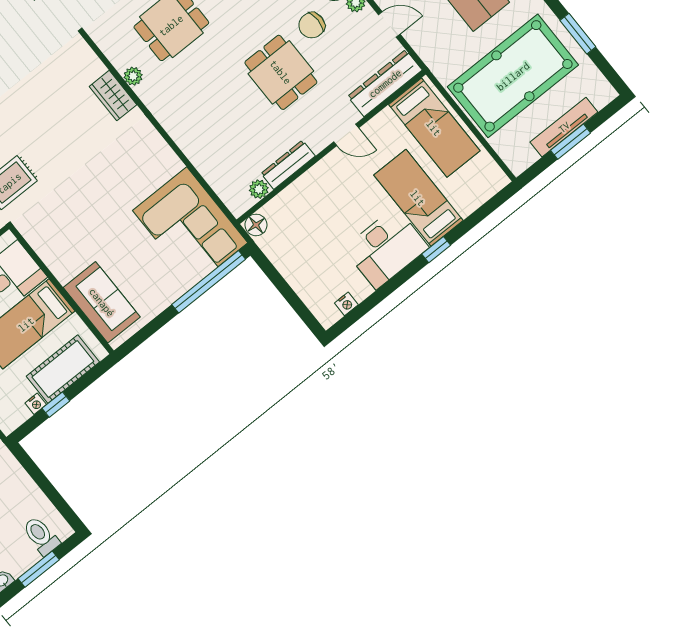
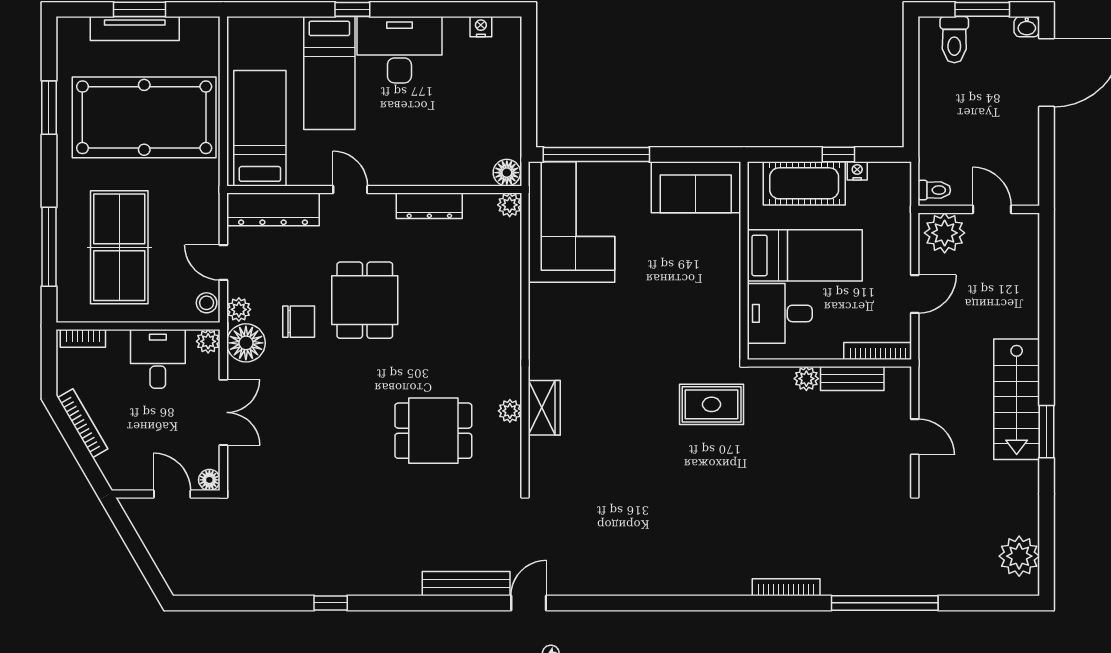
plant: (259, 189) -> (510, 205), moved
sofa: (102, 302) -> (696, 187), moved, turned -90

